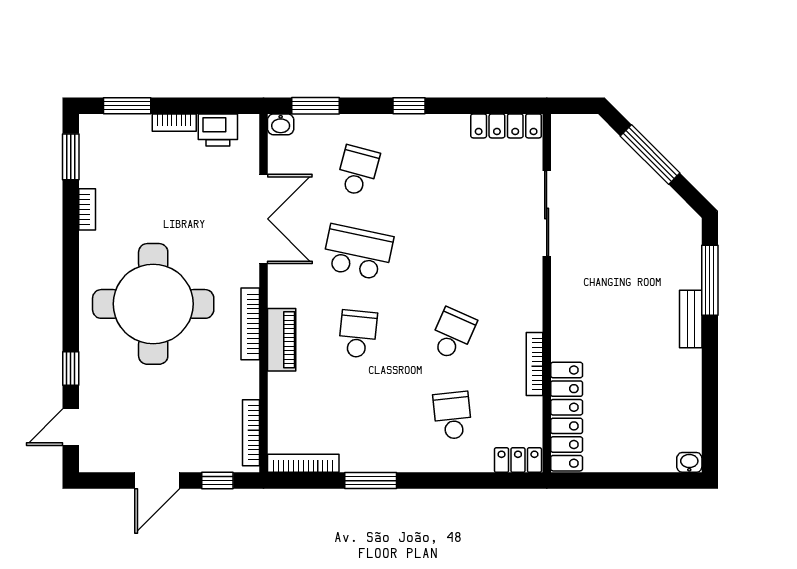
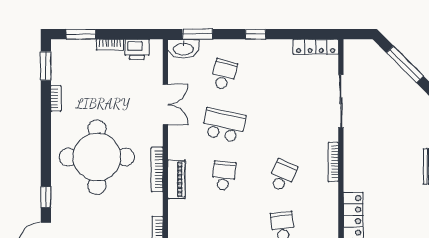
washbasin: (281, 124) -> (183, 49), width x1.91, depth x1.45
double door: (264, 219) -> (165, 104), width x0.73
bookcase: (535, 364) -> (333, 162), moved

